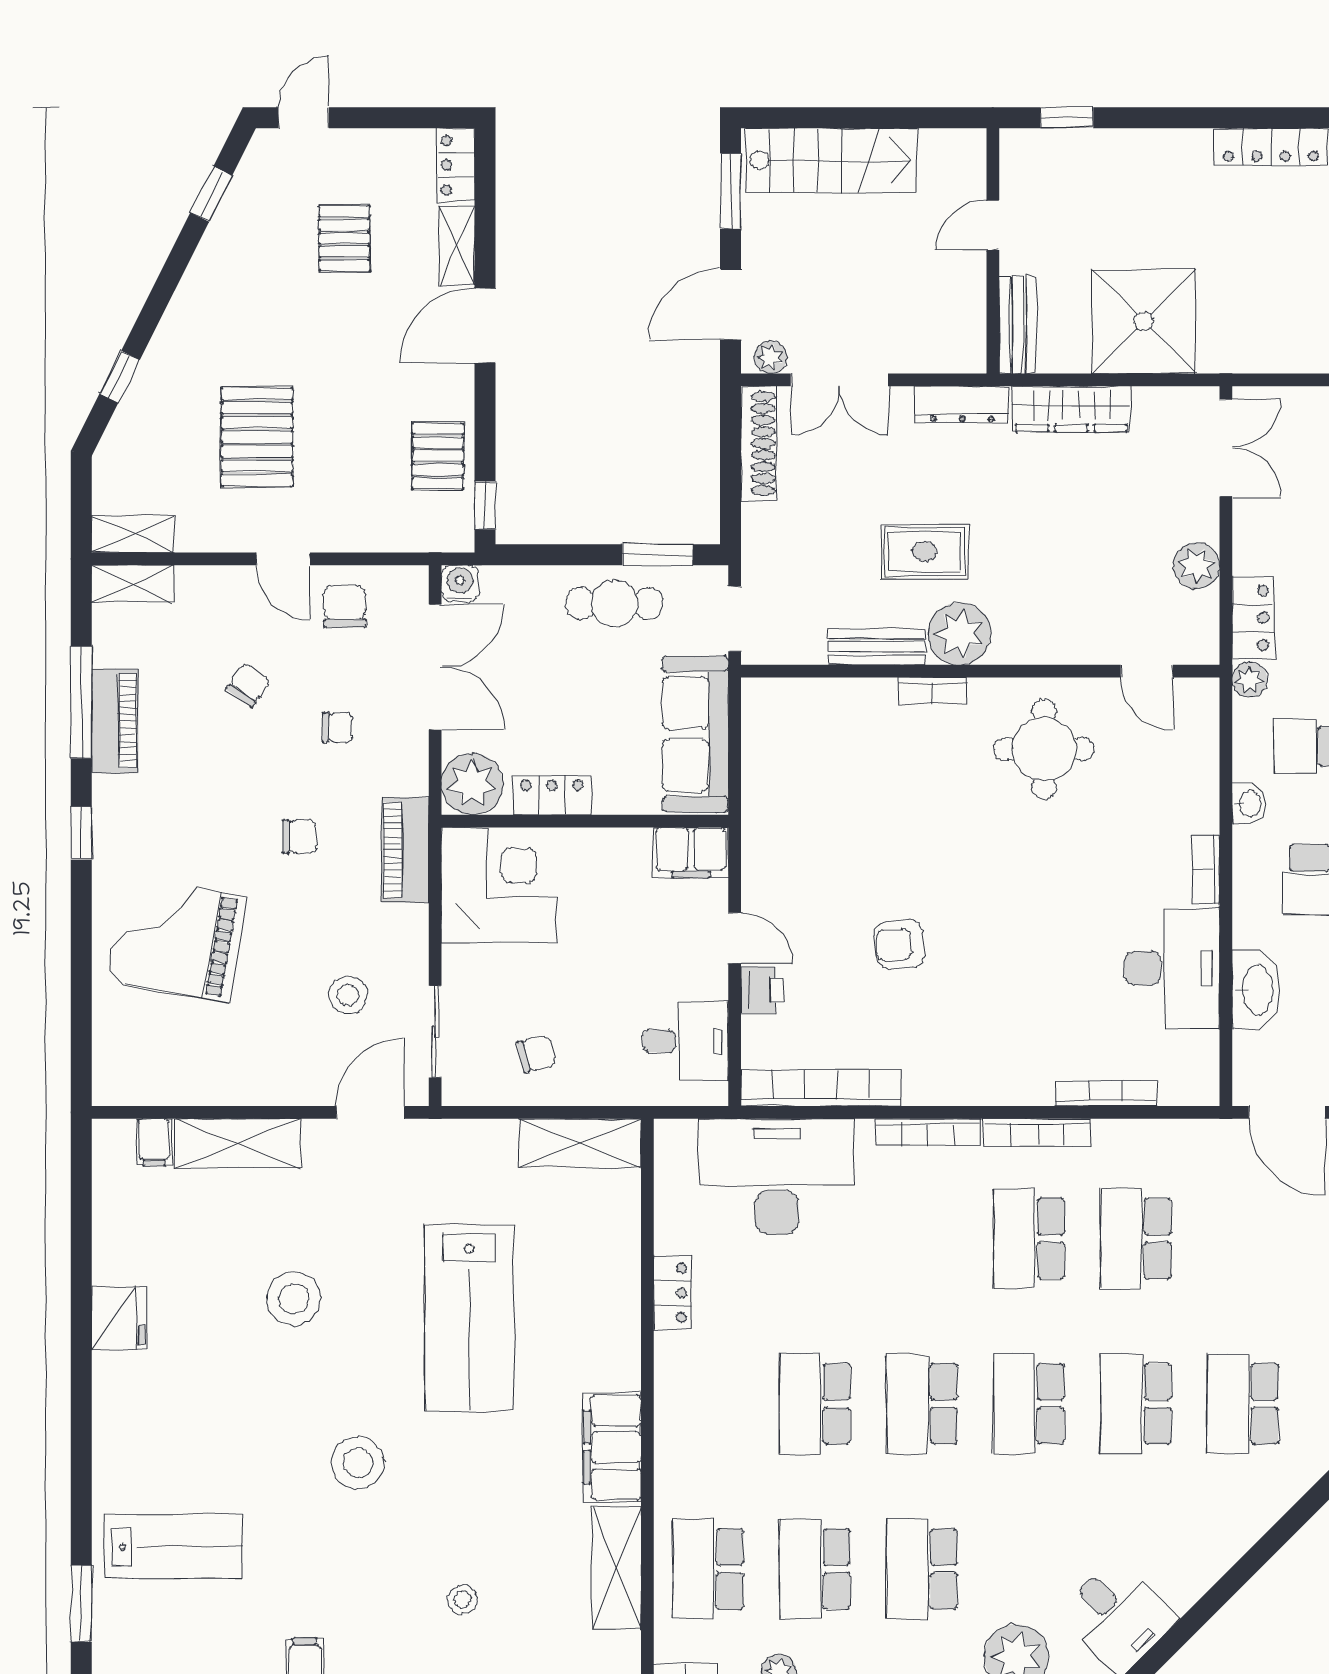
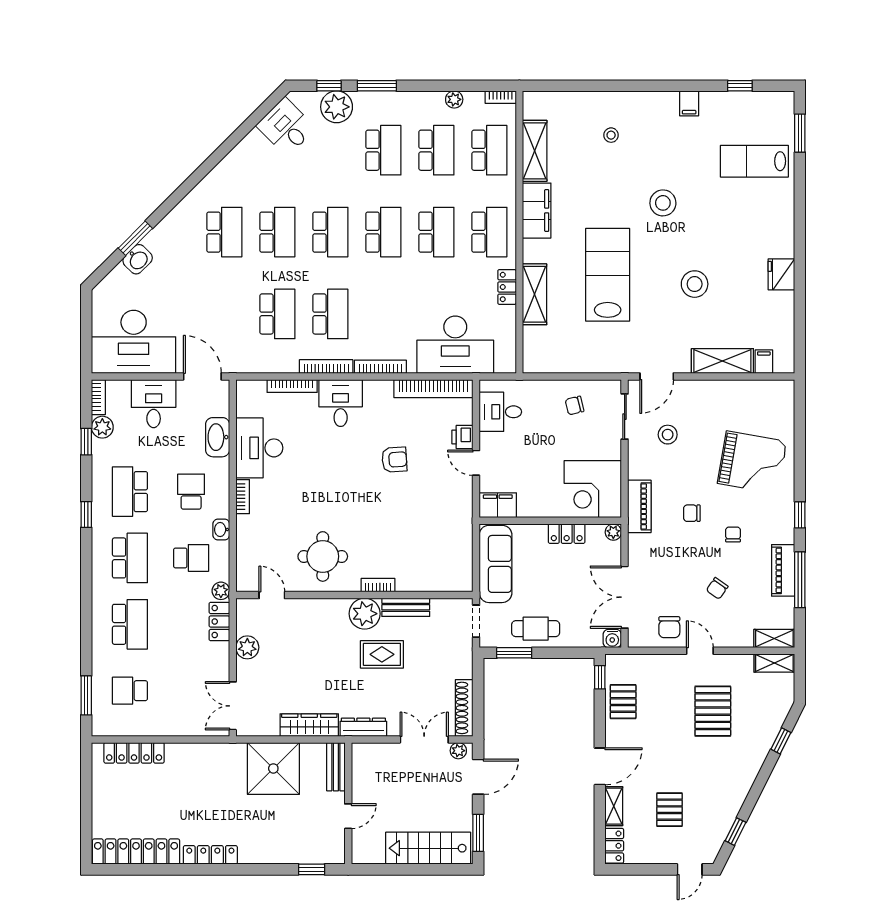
chair: (337, 727) -> (733, 534), moved, turned 90
plant: (472, 784) -> (613, 532), width x0.53, depth x0.53
desk: (1008, 1059) -> (341, 403), added
shelving: (580, 1143) -> (535, 294), moved, turned 90
school desk: (708, 1404) -> (489, 232), added

